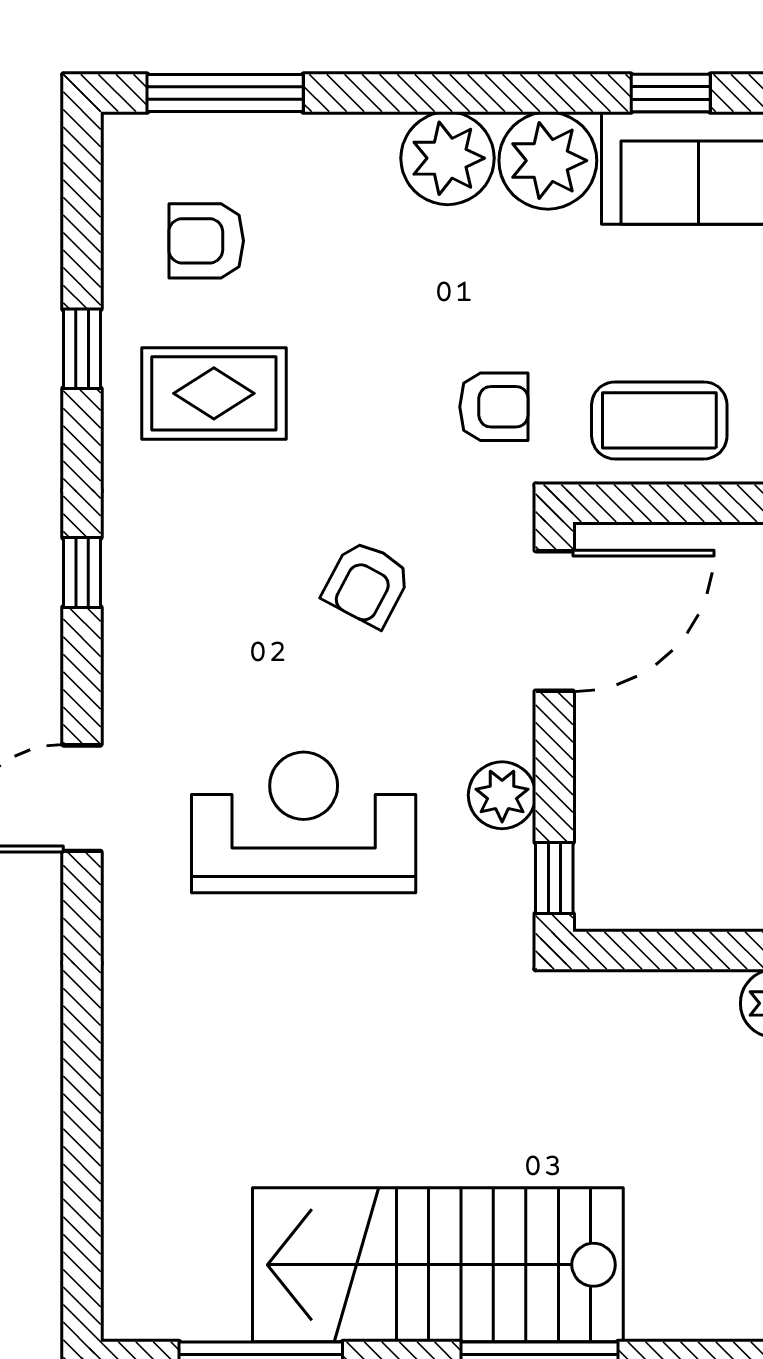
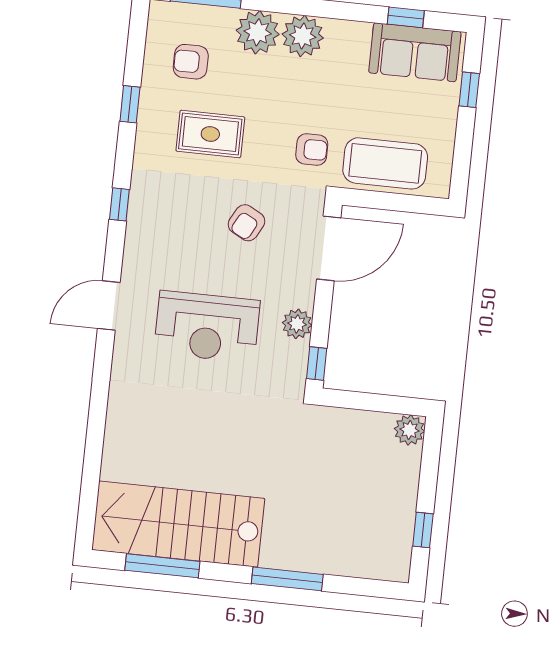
plant: (548, 161) -> (258, 32), moved
rug: (214, 393) -> (210, 134), moved
coffee table: (659, 420) -> (385, 163), width x1.36, depth x1.32
reception desk: (304, 822) -> (207, 327), turned 180
stairs: (438, 1265) -> (178, 524), moved

